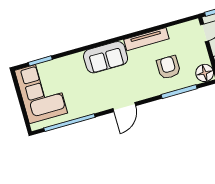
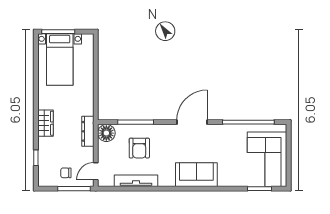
tv unit: (146, 39) -> (136, 181), moved
door: (124, 107) -> (192, 122), width x1.36

